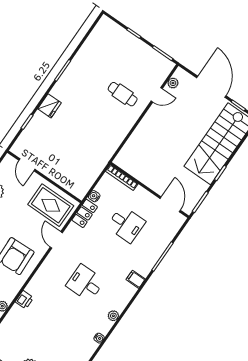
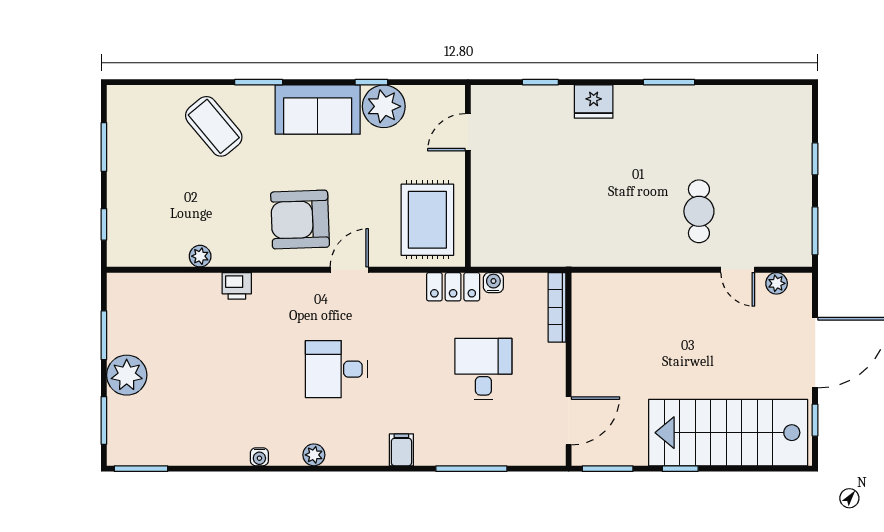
desk: (126, 224) -> (483, 369), turned 180
door: (56, 240) -> (349, 270), moved
desk: (85, 283) -> (336, 369), turned -90

